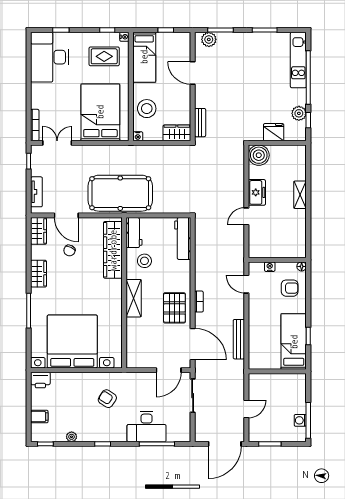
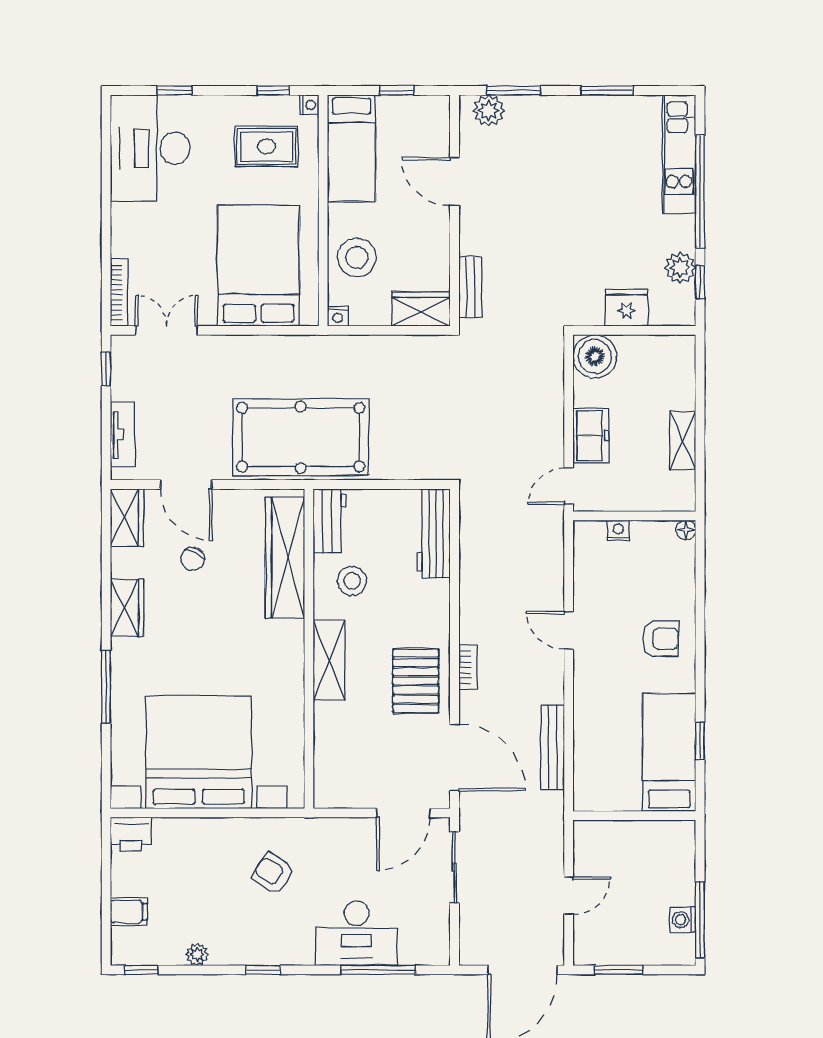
wall: (277, 260) -> (634, 516), moved
floor lamp: (302, 266) -> (686, 530), moved
nightstand: (270, 267) -> (618, 530), moved

